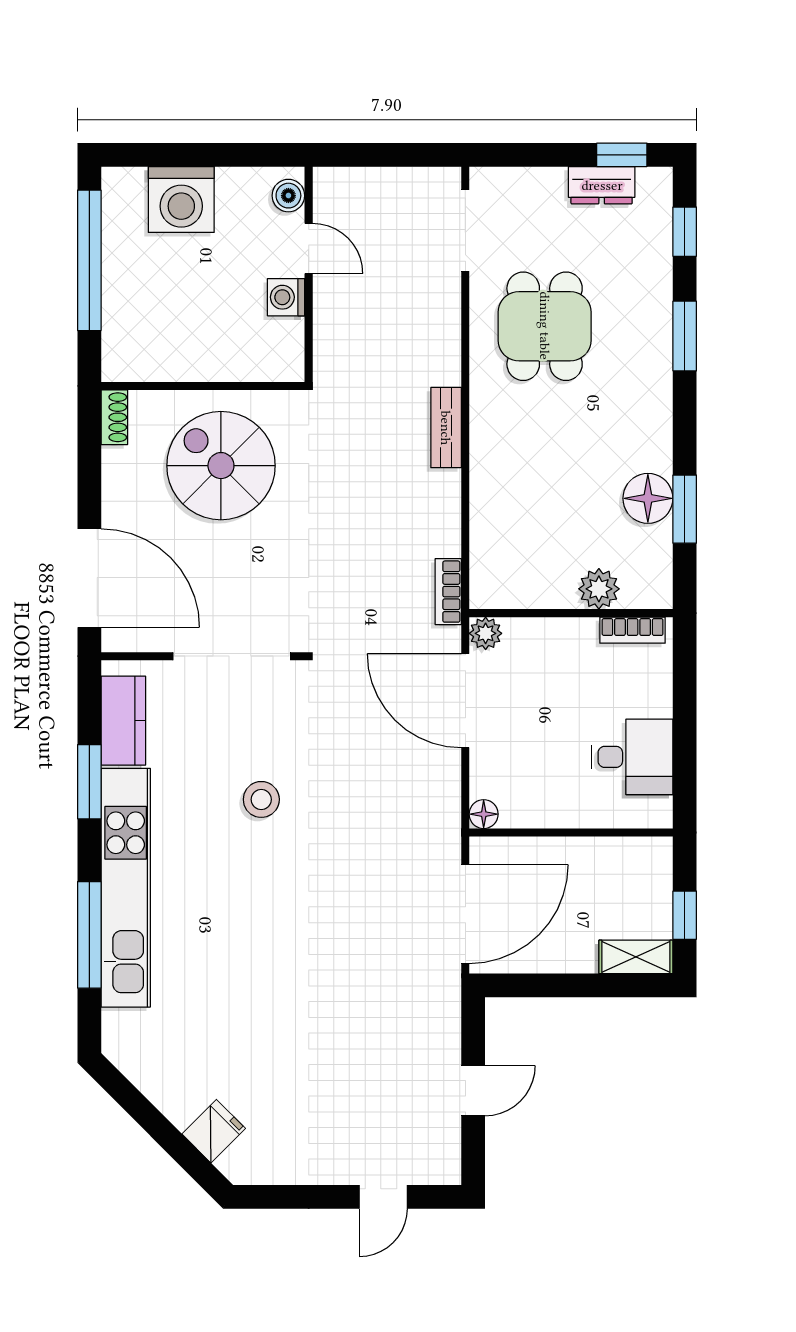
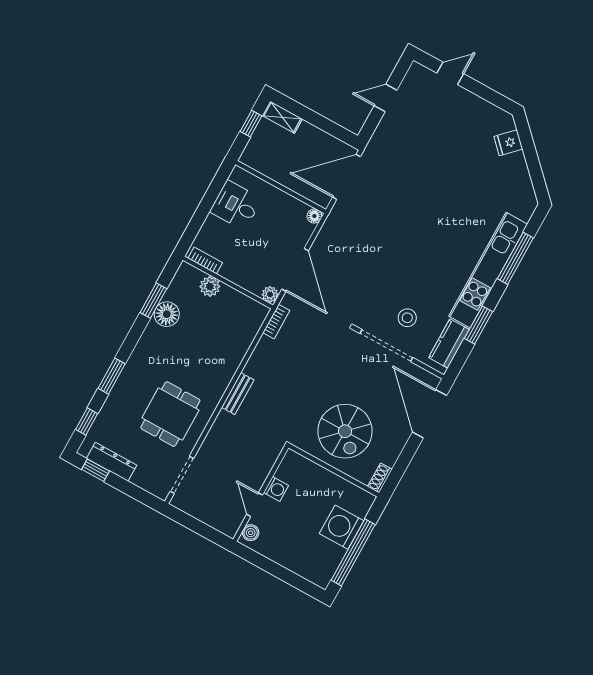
dresser: (602, 185) -> (112, 462), width x1.44
washing machine: (181, 200) -> (342, 527), moved, turned -90
stool: (261, 799) -> (407, 318), moved

